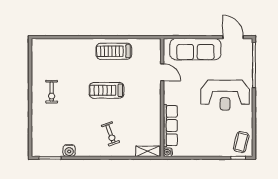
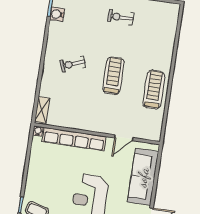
row of seats: (170, 126) -> (74, 139), width x1.36
exercise bike: (110, 134) -> (73, 64), moved
water cooler: (69, 151) -> (57, 14), moved

